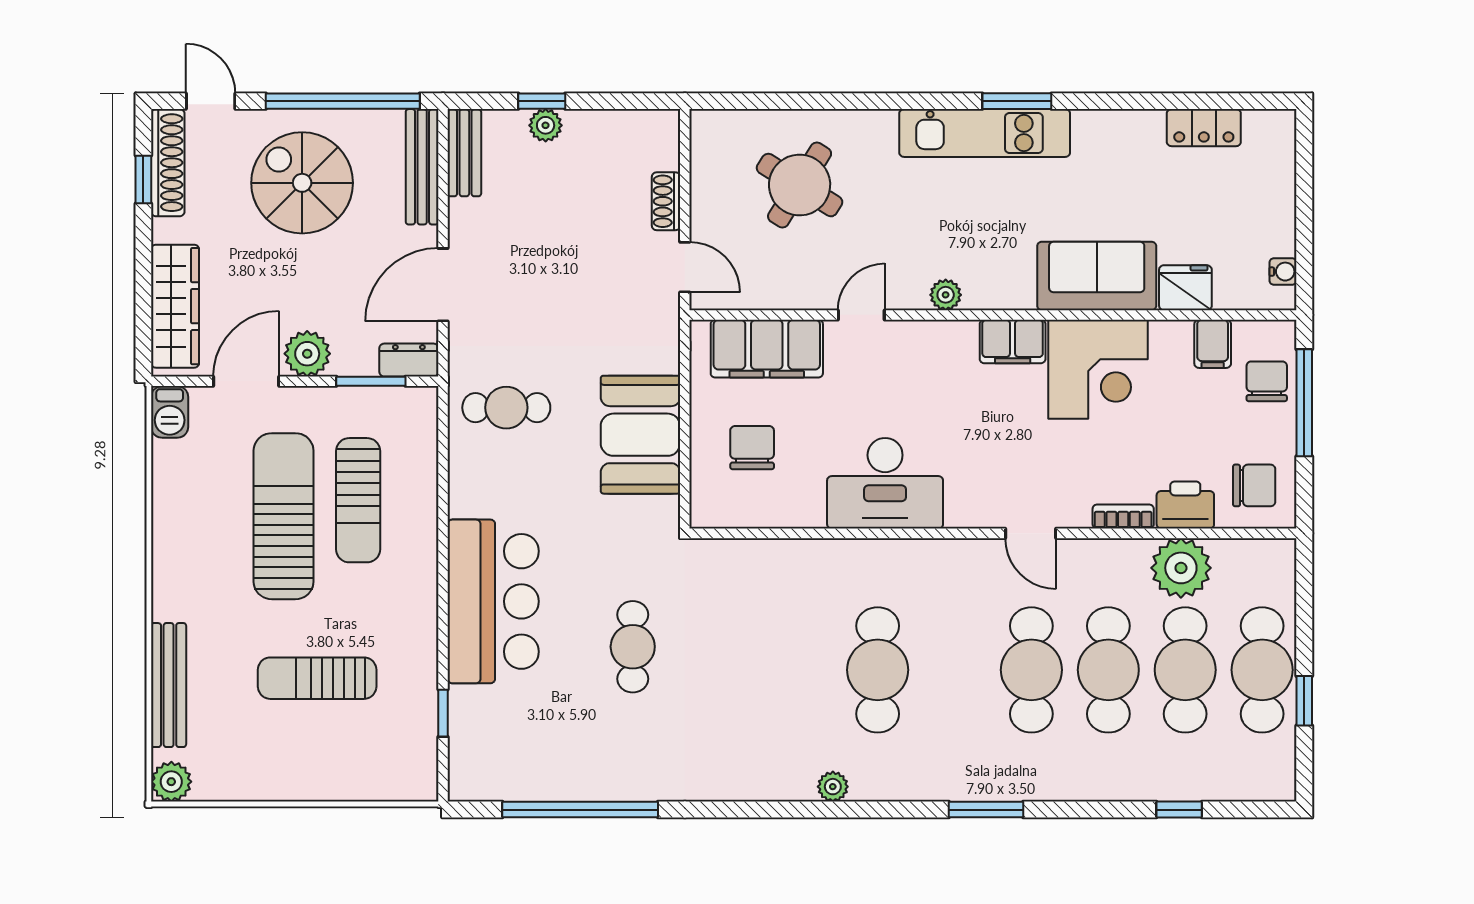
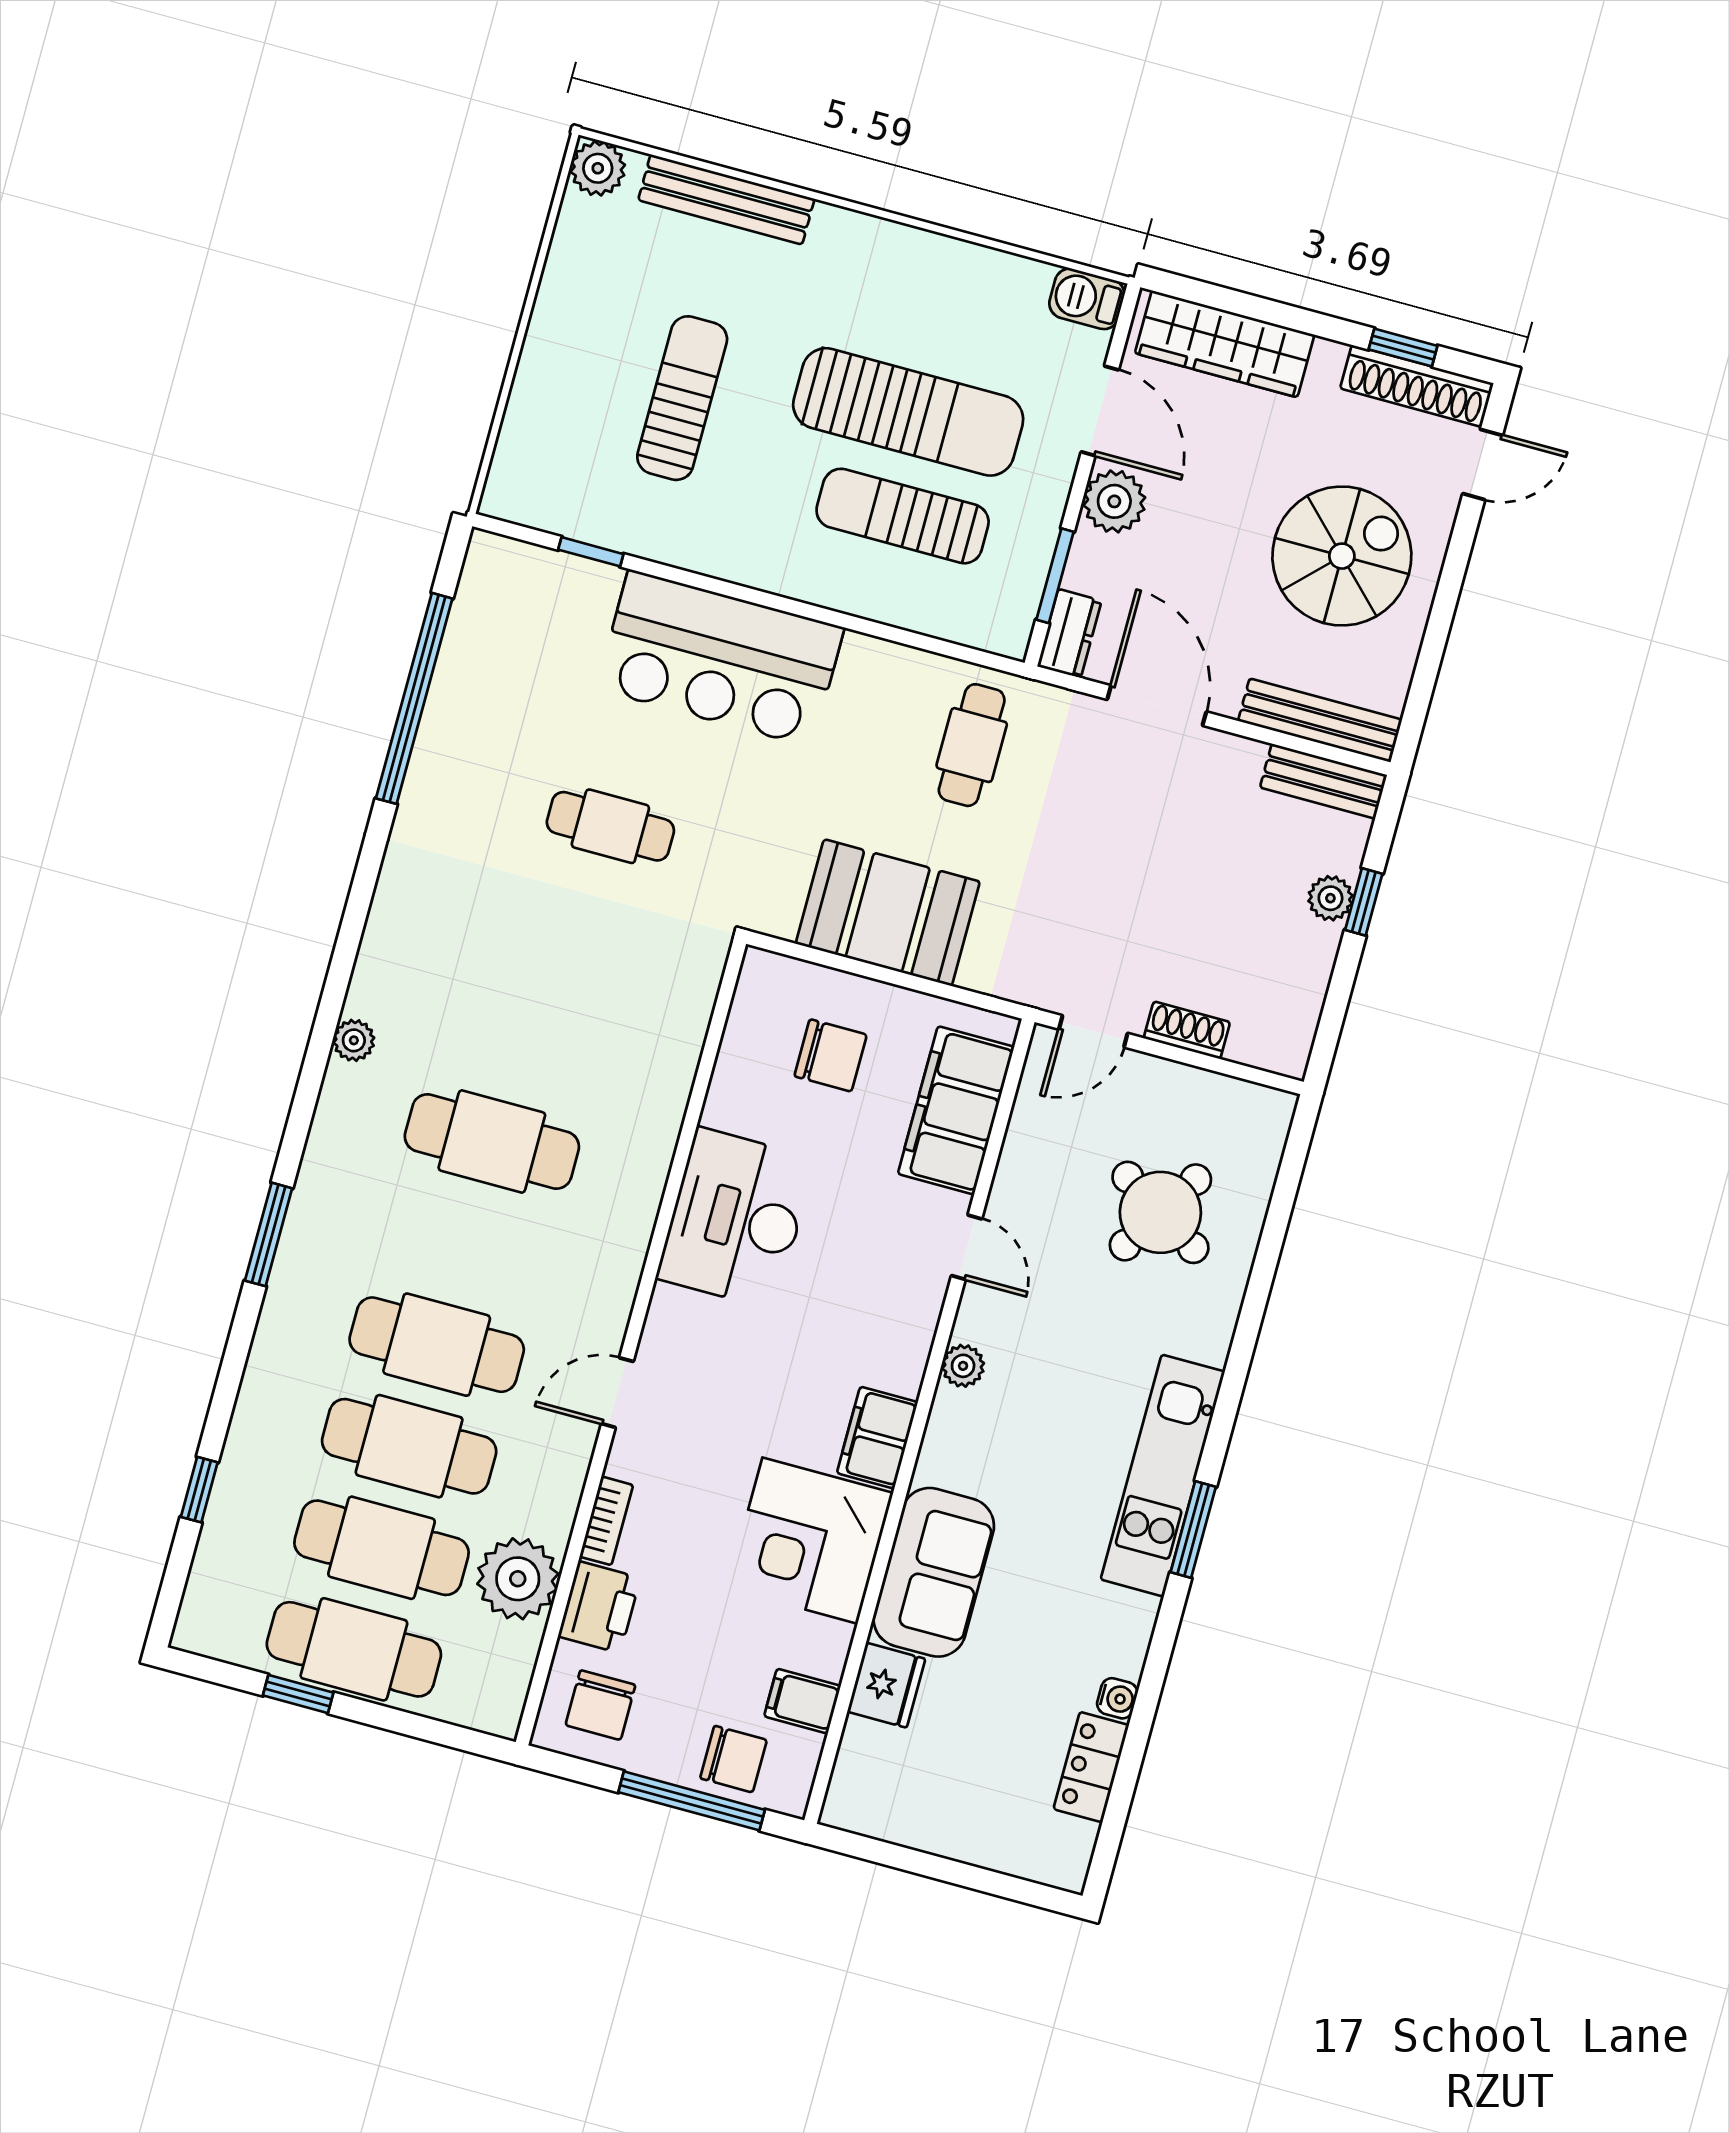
window: (343, 101) -> (1435, 639), removed
water cooler: (1283, 272) -> (1117, 1698), moved, turned -90

